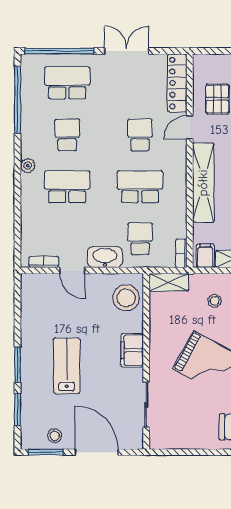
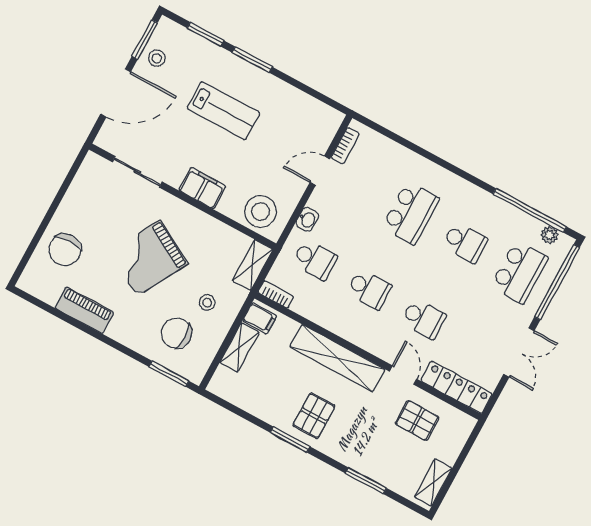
plant: (28, 166) -> (550, 235), moved
school desk: (140, 187) -> (369, 289), width x0.54
washbasin: (105, 257) -> (307, 219), width x0.52, depth x0.69

